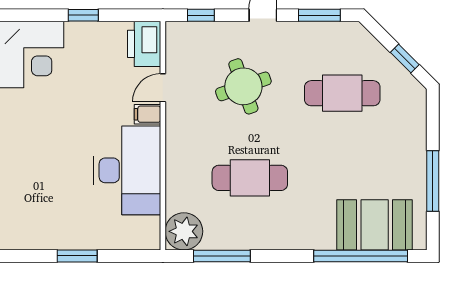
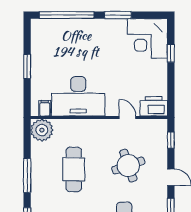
window: (83, 15) -> (171, 53), moved
filing cabinet: (147, 114) -> (45, 108), moved
window: (222, 256) -> (27, 176), moved

